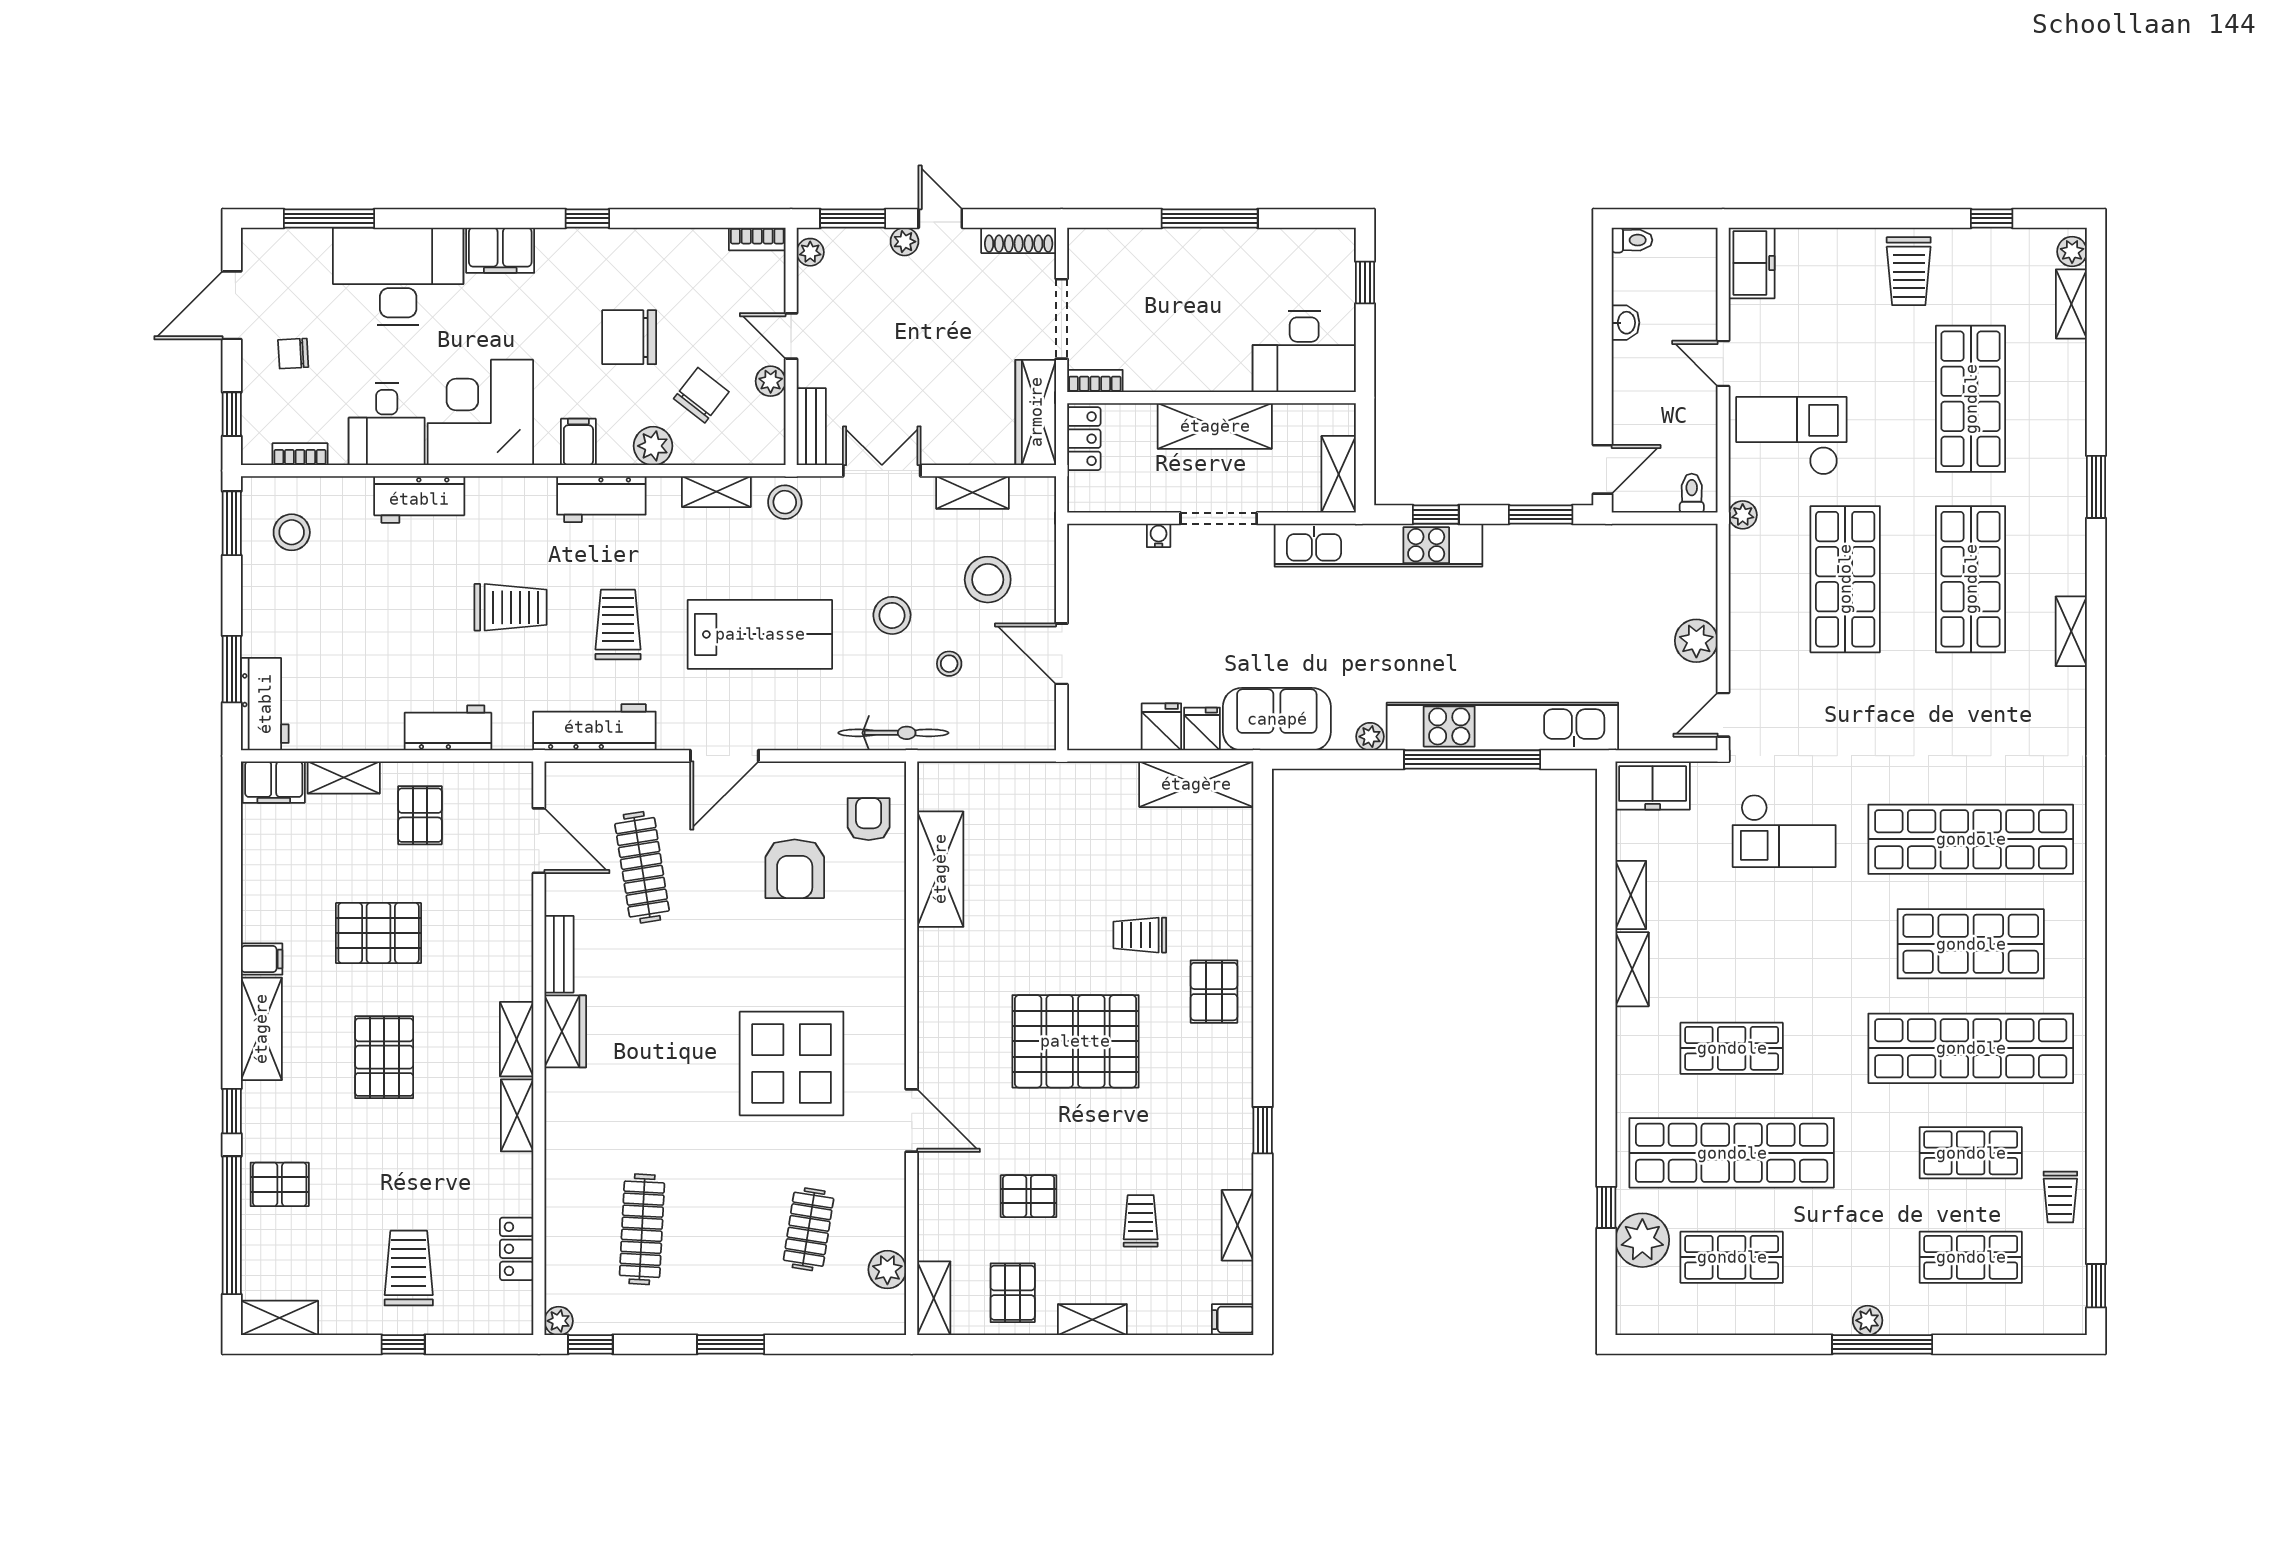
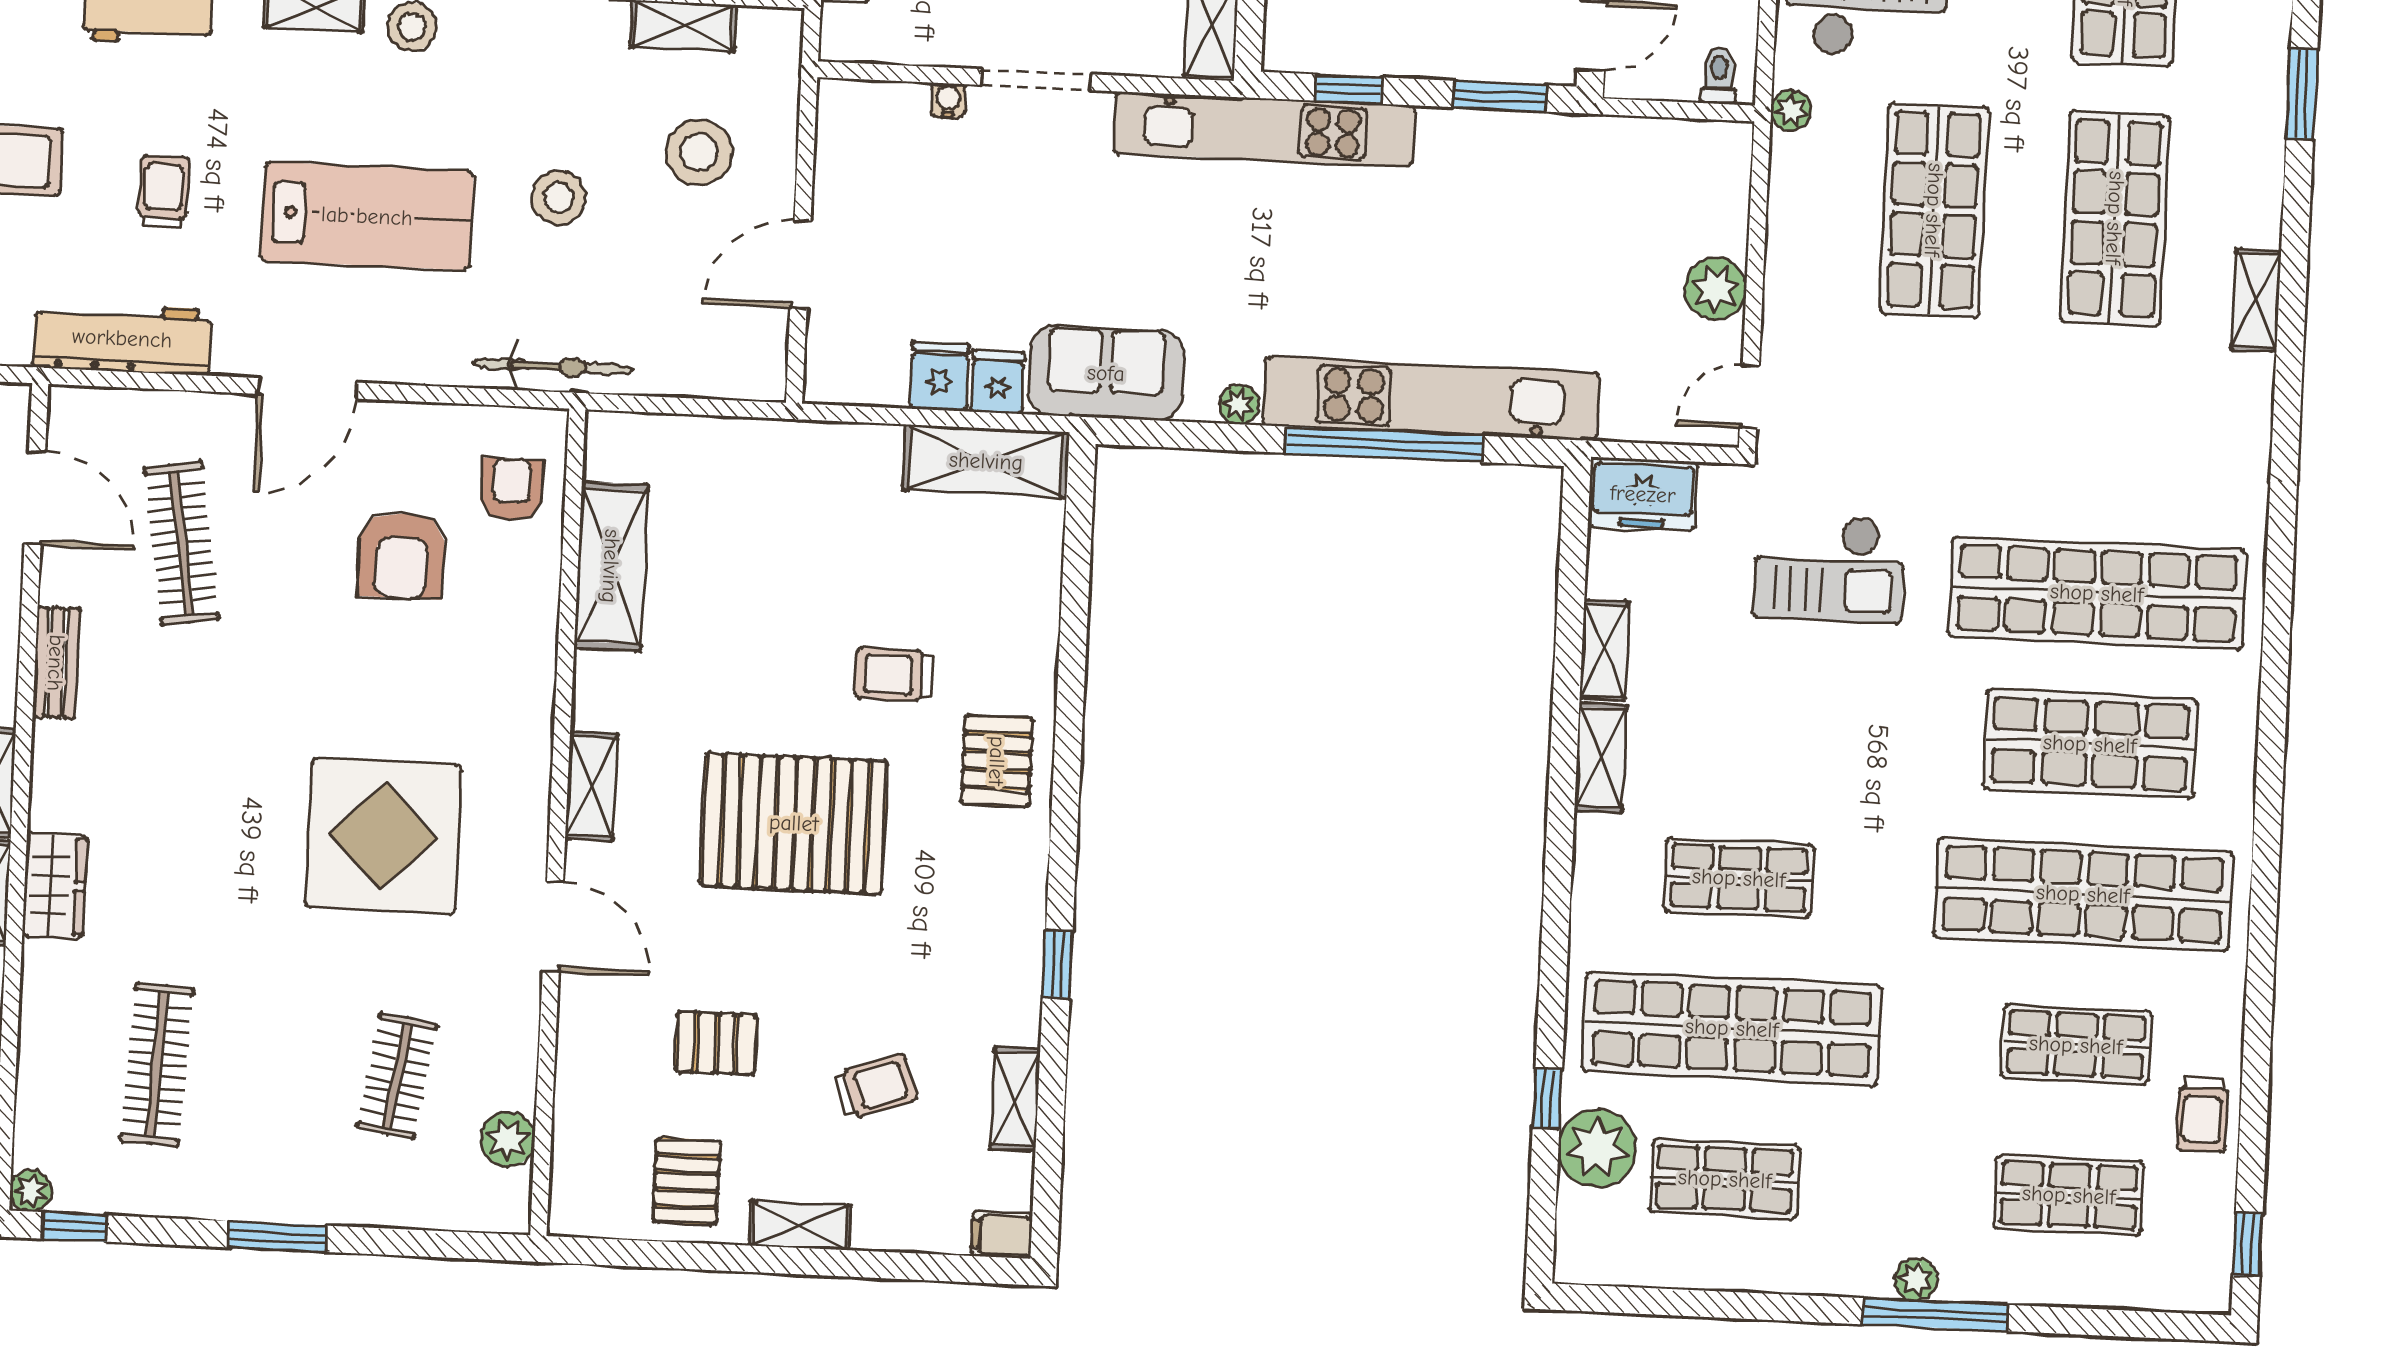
trolley: (618, 625) -> (163, 192), width x0.73, depth x0.72
door: (1062, 654) -> (800, 264), hinge flipped
stool: (949, 664) -> (638, 271), removed
wardrobe: (565, 1031) -> (55, 886), moved
trolley: (1141, 1221) -> (876, 1086), turned 71
shelving: (934, 1298) -> (591, 786), moved

